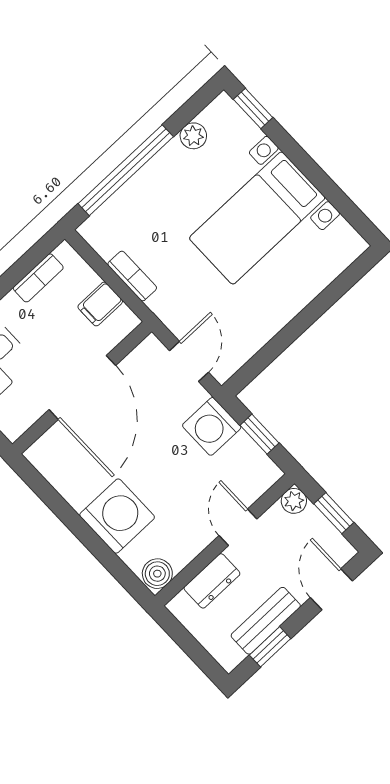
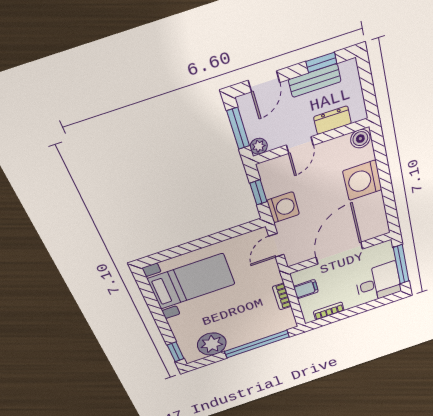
plant: (193, 136) -> (212, 344), width x1.88, depth x1.88
bed with nightstands: (257, 218) -> (192, 281), moved
window: (334, 513) -> (238, 128), width x1.50

